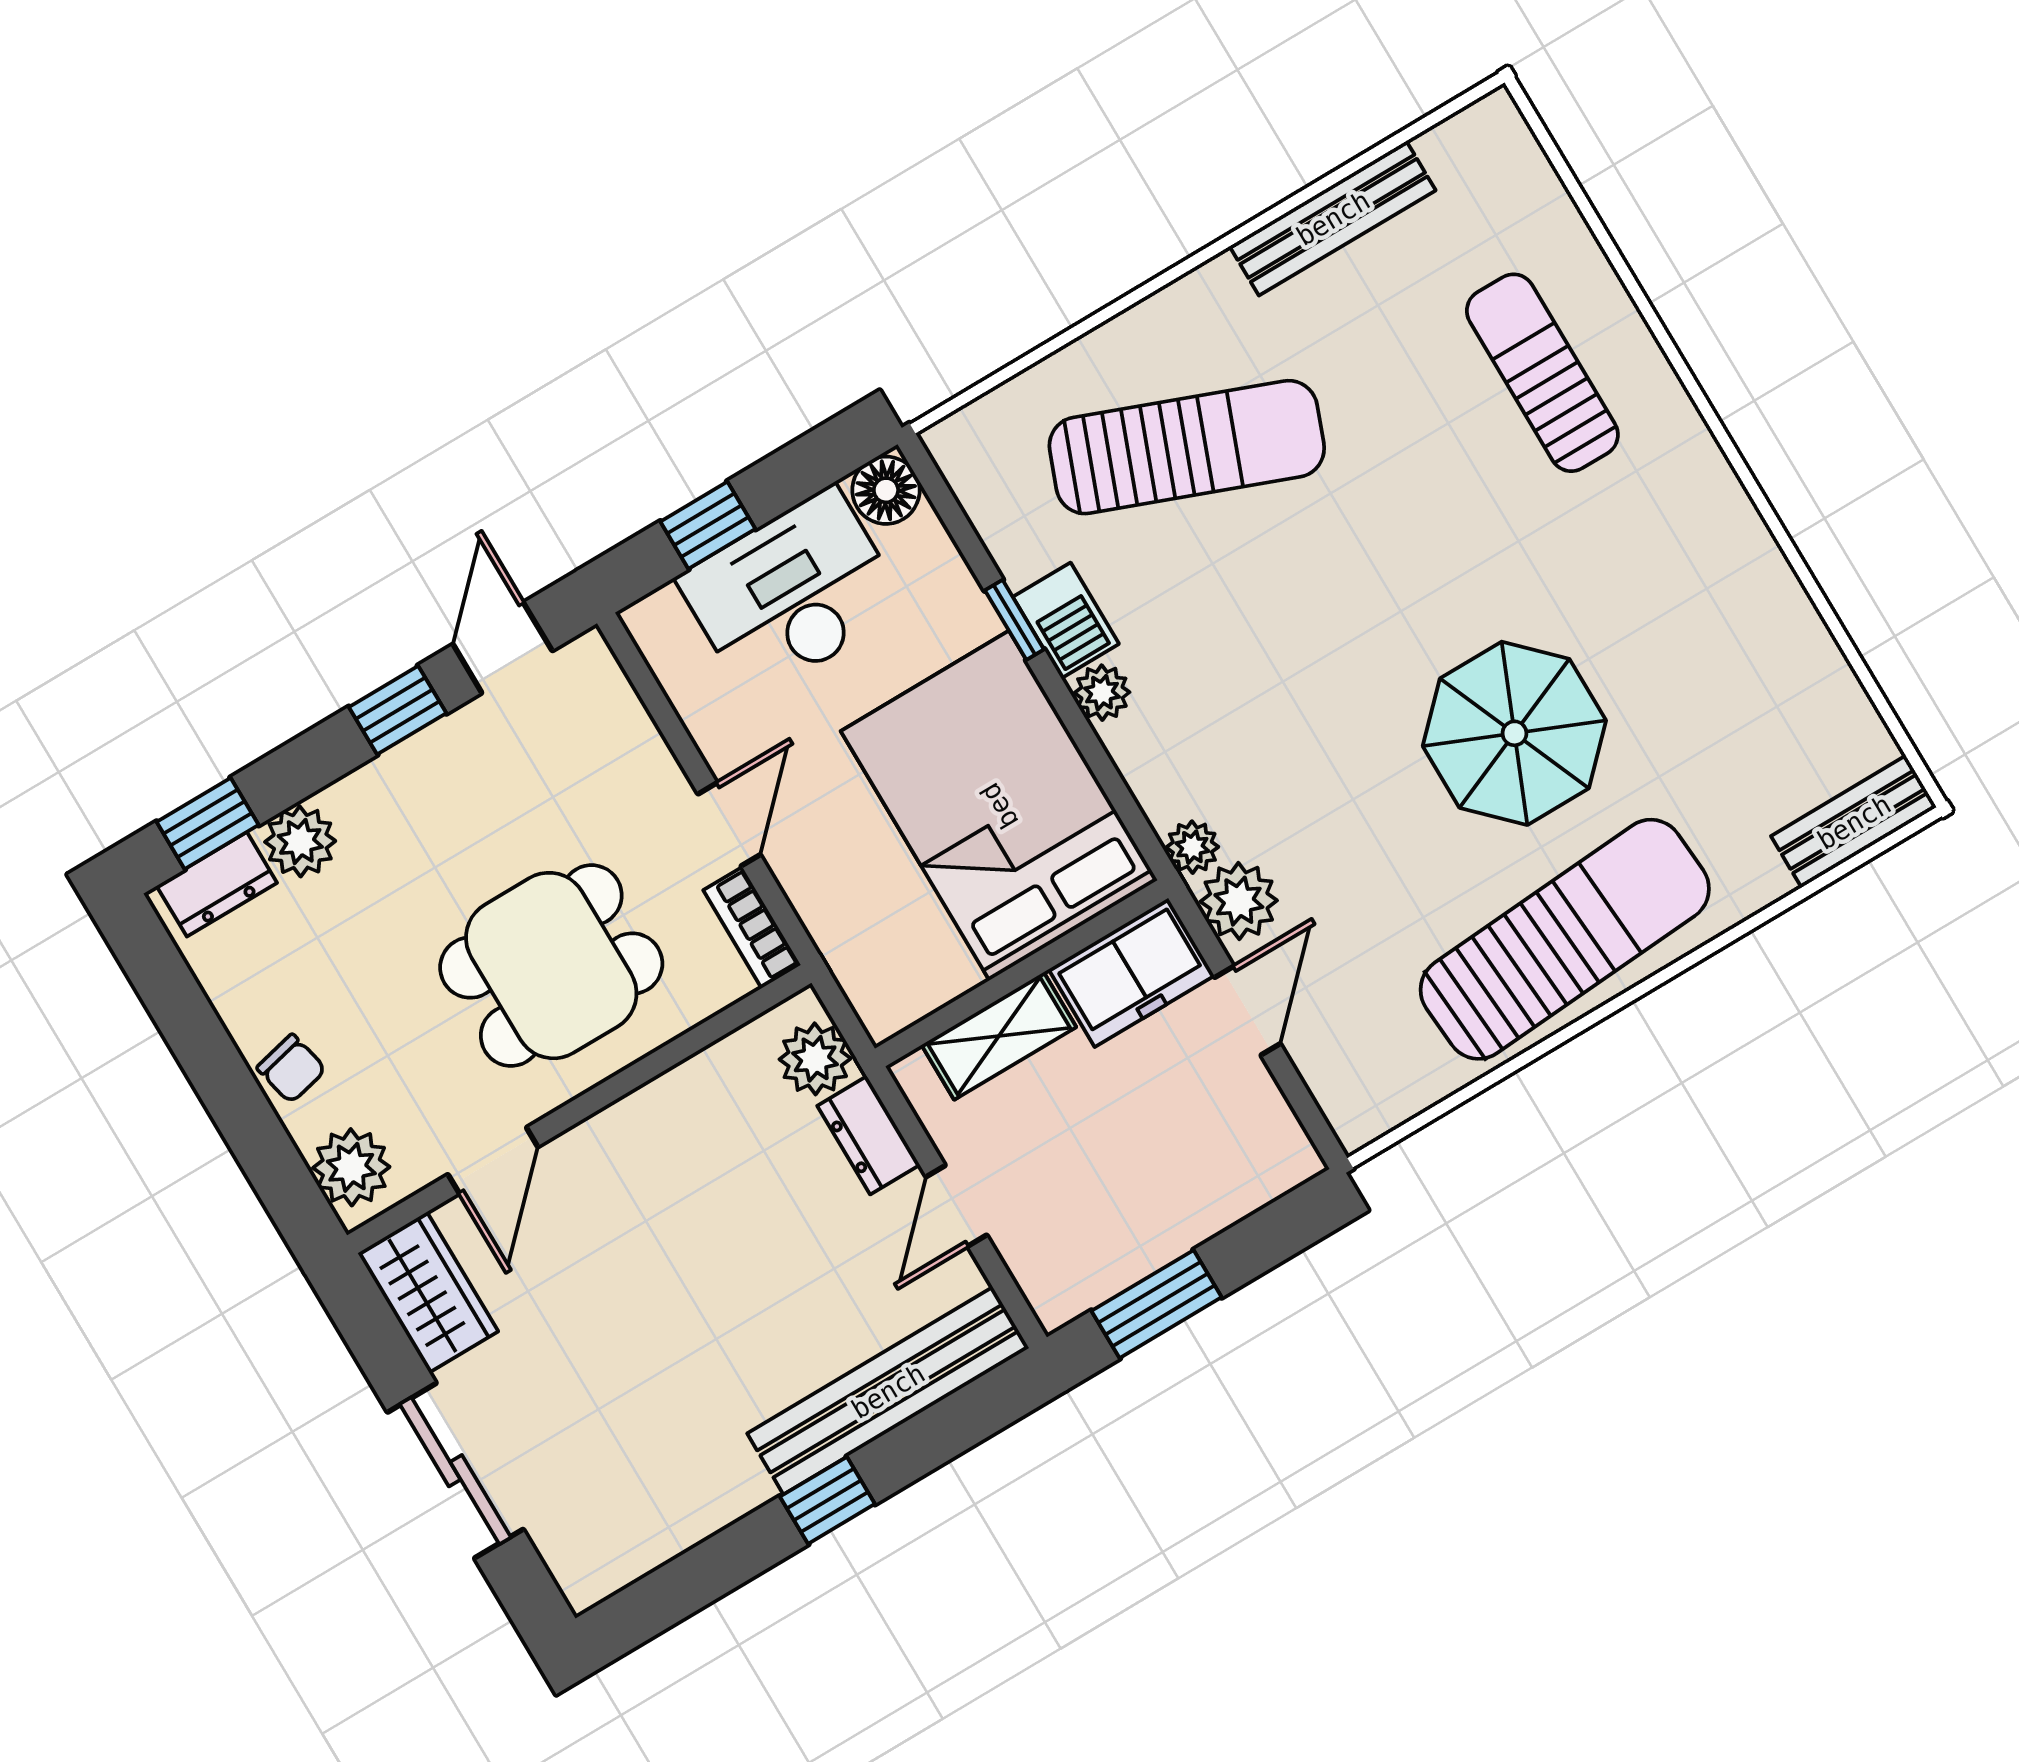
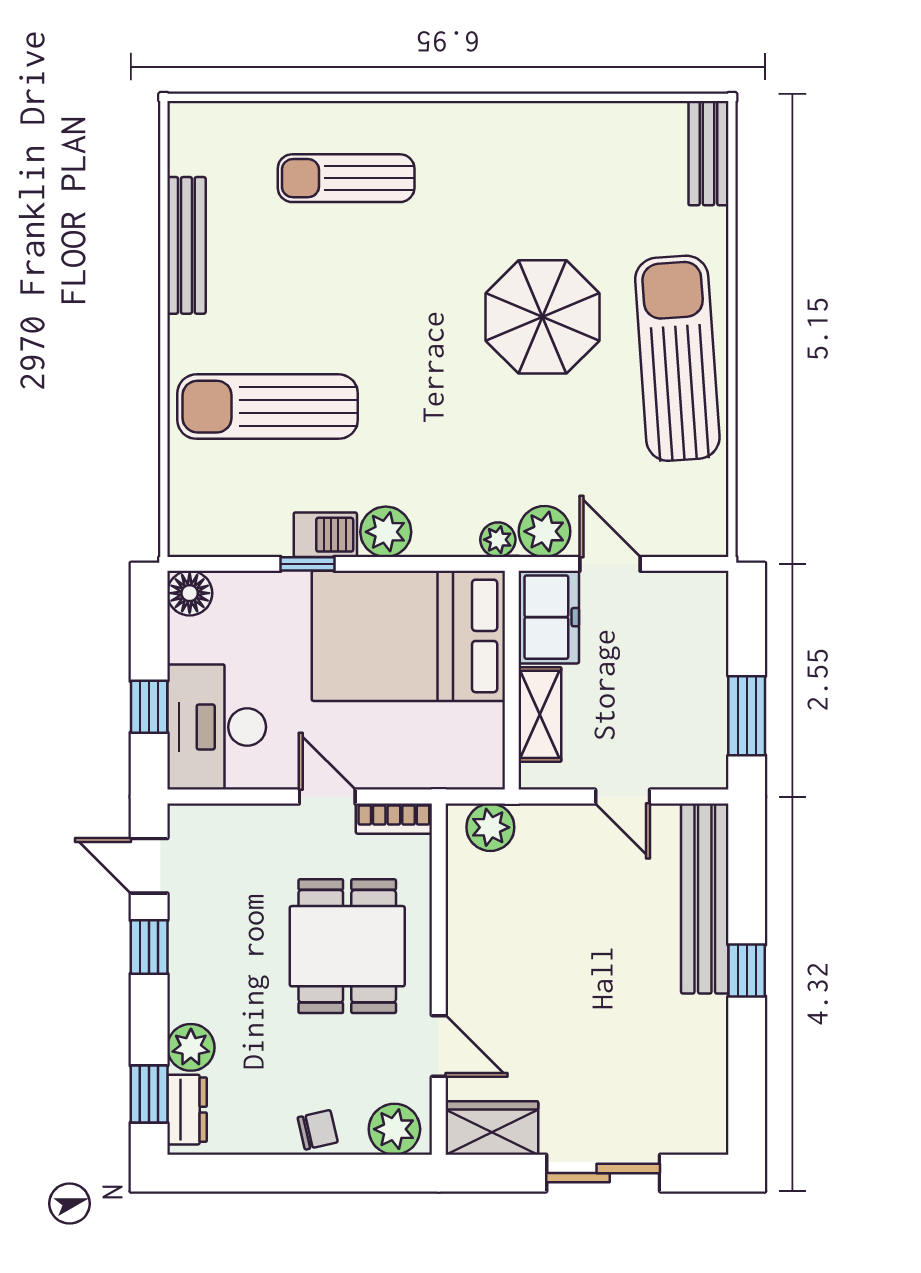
sun lounger: (1187, 447) -> (268, 407), turned -111
desk: (792, 593) -> (217, 727), moved
plant: (1102, 693) -> (386, 532), width x1.38, depth x1.38
dresser: (869, 1135) -> (552, 823), removed

